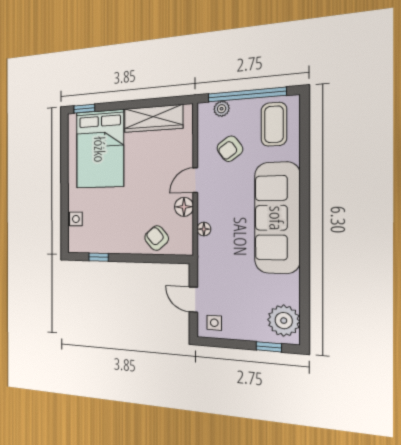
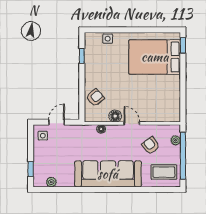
wardrobe: (153, 118) -> (173, 95), removed
plant: (284, 321) -> (51, 182), width x0.53, depth x0.53

